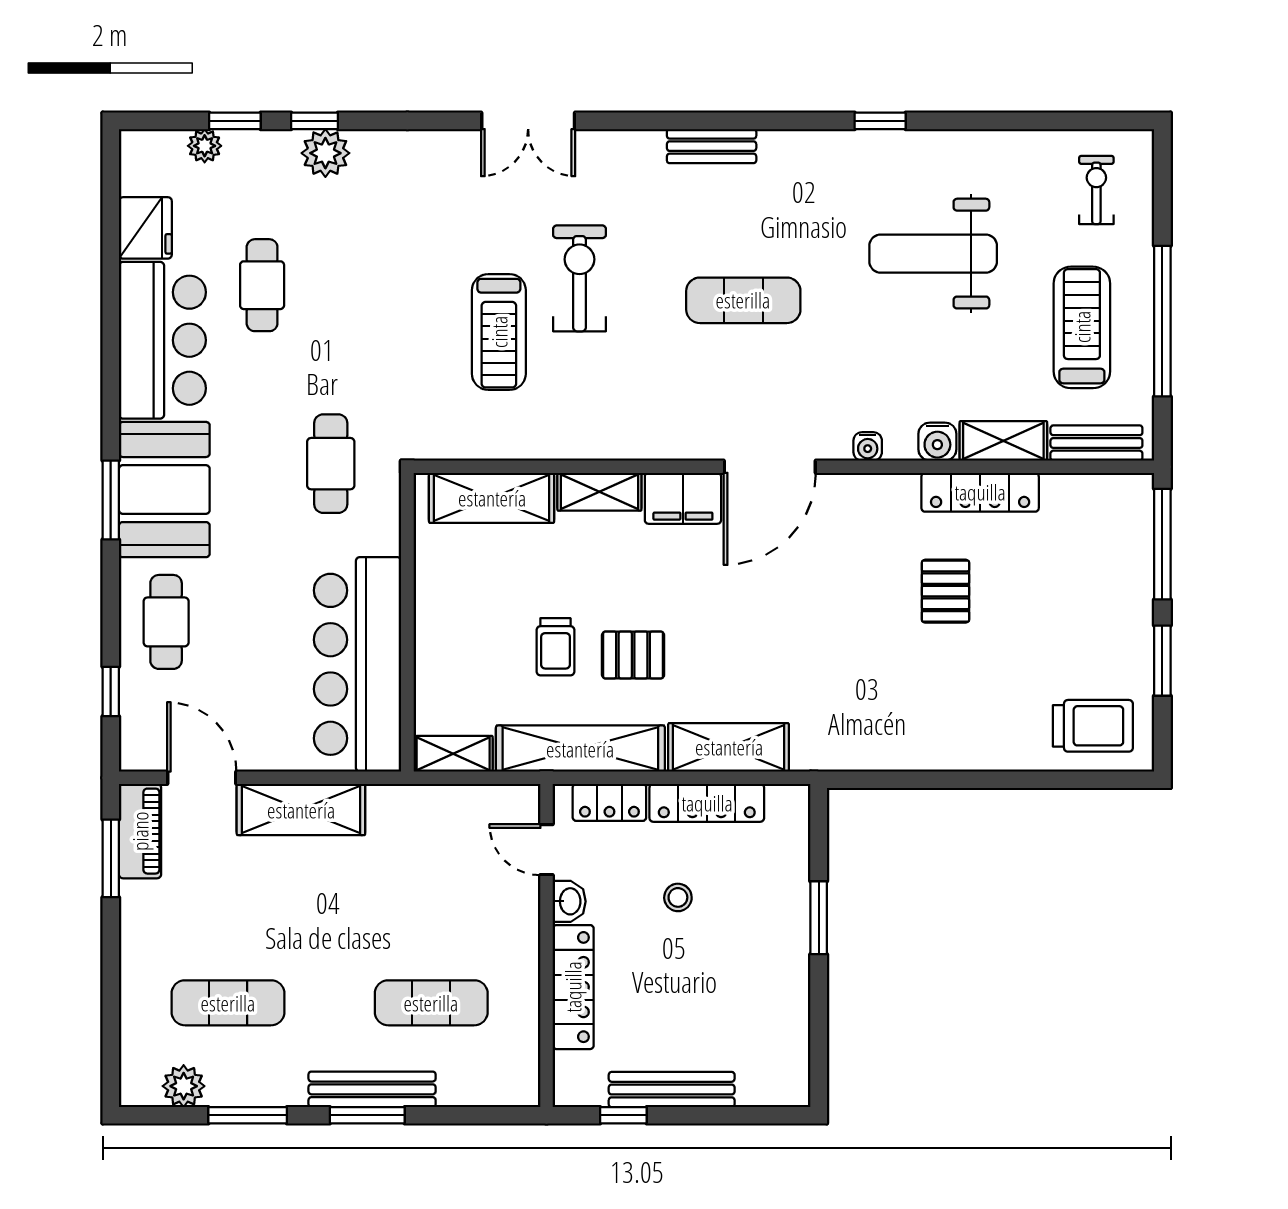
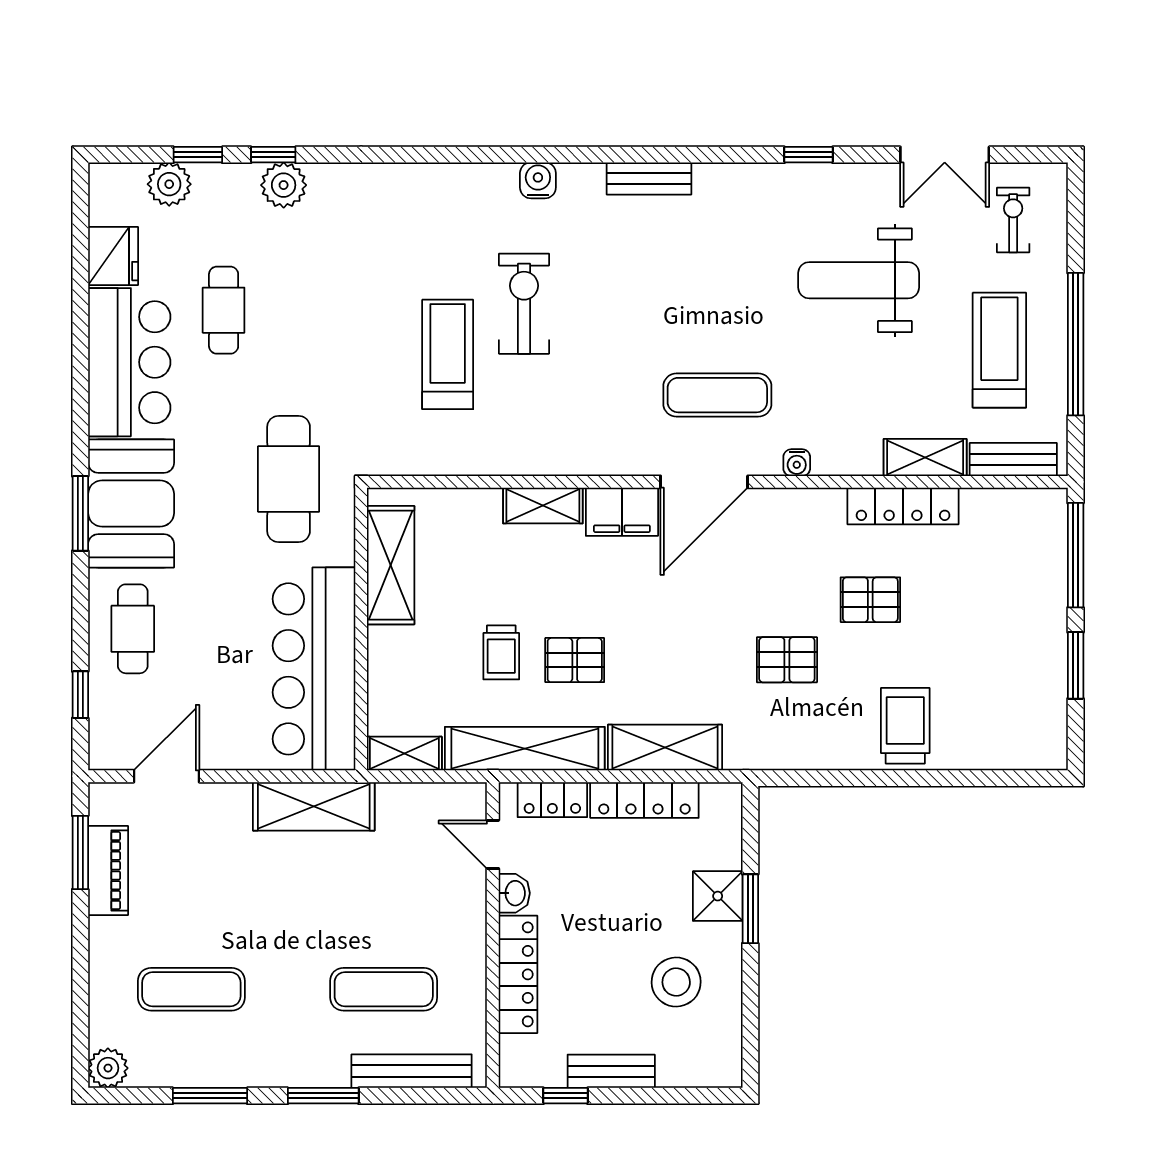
double door: (528, 121) -> (945, 155), moved
plant: (205, 146) -> (169, 184), width x1.38, depth x1.38
exercise mat: (743, 300) -> (717, 395), moved
treadmill: (499, 332) -> (448, 354), turned 180
water cooler: (937, 442) -> (538, 180), moved, turned 180
cafe table: (331, 464) -> (289, 479), width x1.37, depth x1.35
shelving: (492, 498) -> (391, 565), moved, turned 90
pallet: (945, 591) -> (870, 600), turned 90
pallet: (857, 655) -> (787, 660), added
trolley: (1093, 726) -> (905, 726), moved, turned -90
door: (202, 778) -> (166, 776), hinge flipped
shelving: (301, 810) -> (314, 806), moved
piano: (140, 831) -> (108, 871), moved
stool: (678, 897) -> (676, 982), moved, width x1.89, depth x1.89
shower: (784, 904) -> (718, 896), added
plant: (184, 1086) -> (108, 1068), moved
bench: (372, 1089) -> (412, 1071), moved
bench: (672, 1090) -> (611, 1071), width x0.73

